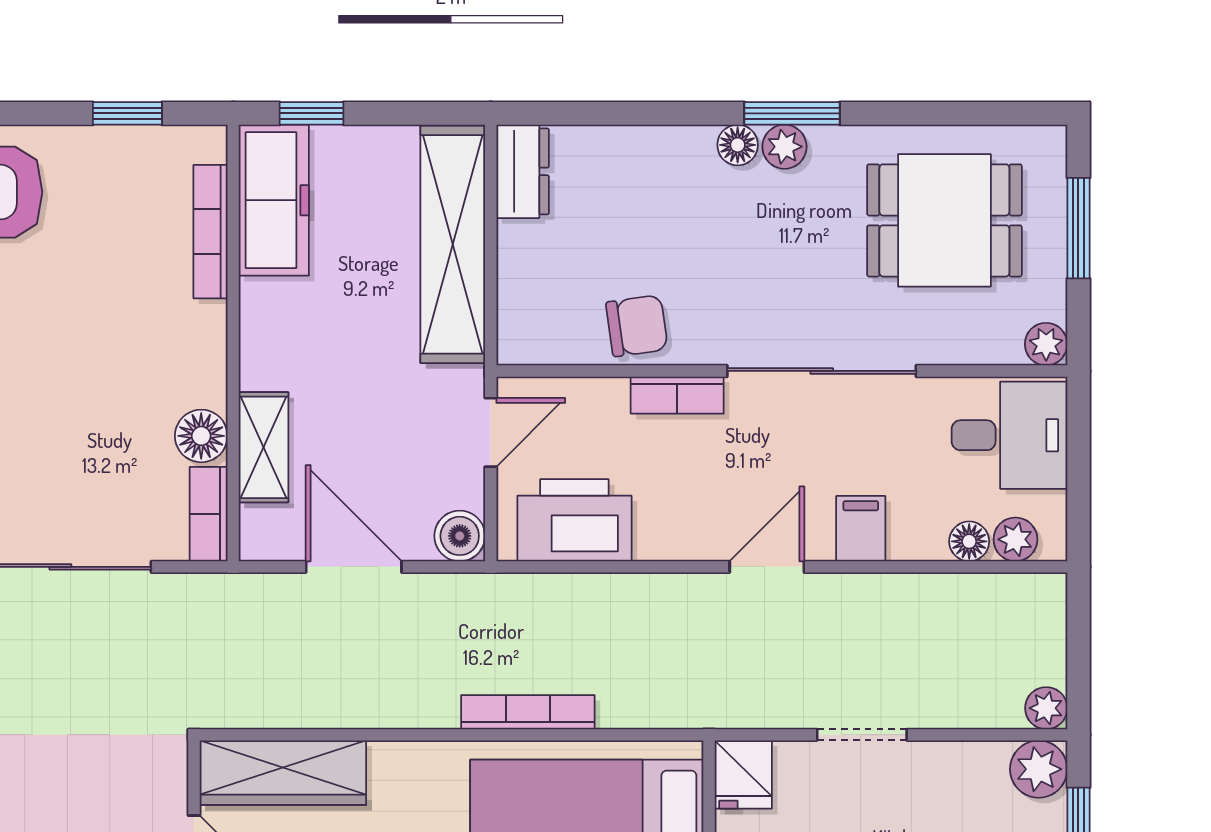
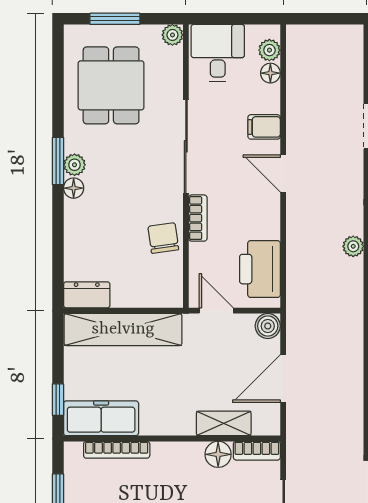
plant: (1046, 708) -> (353, 246), moved
bookcase: (528, 712) -> (355, 292), removed

